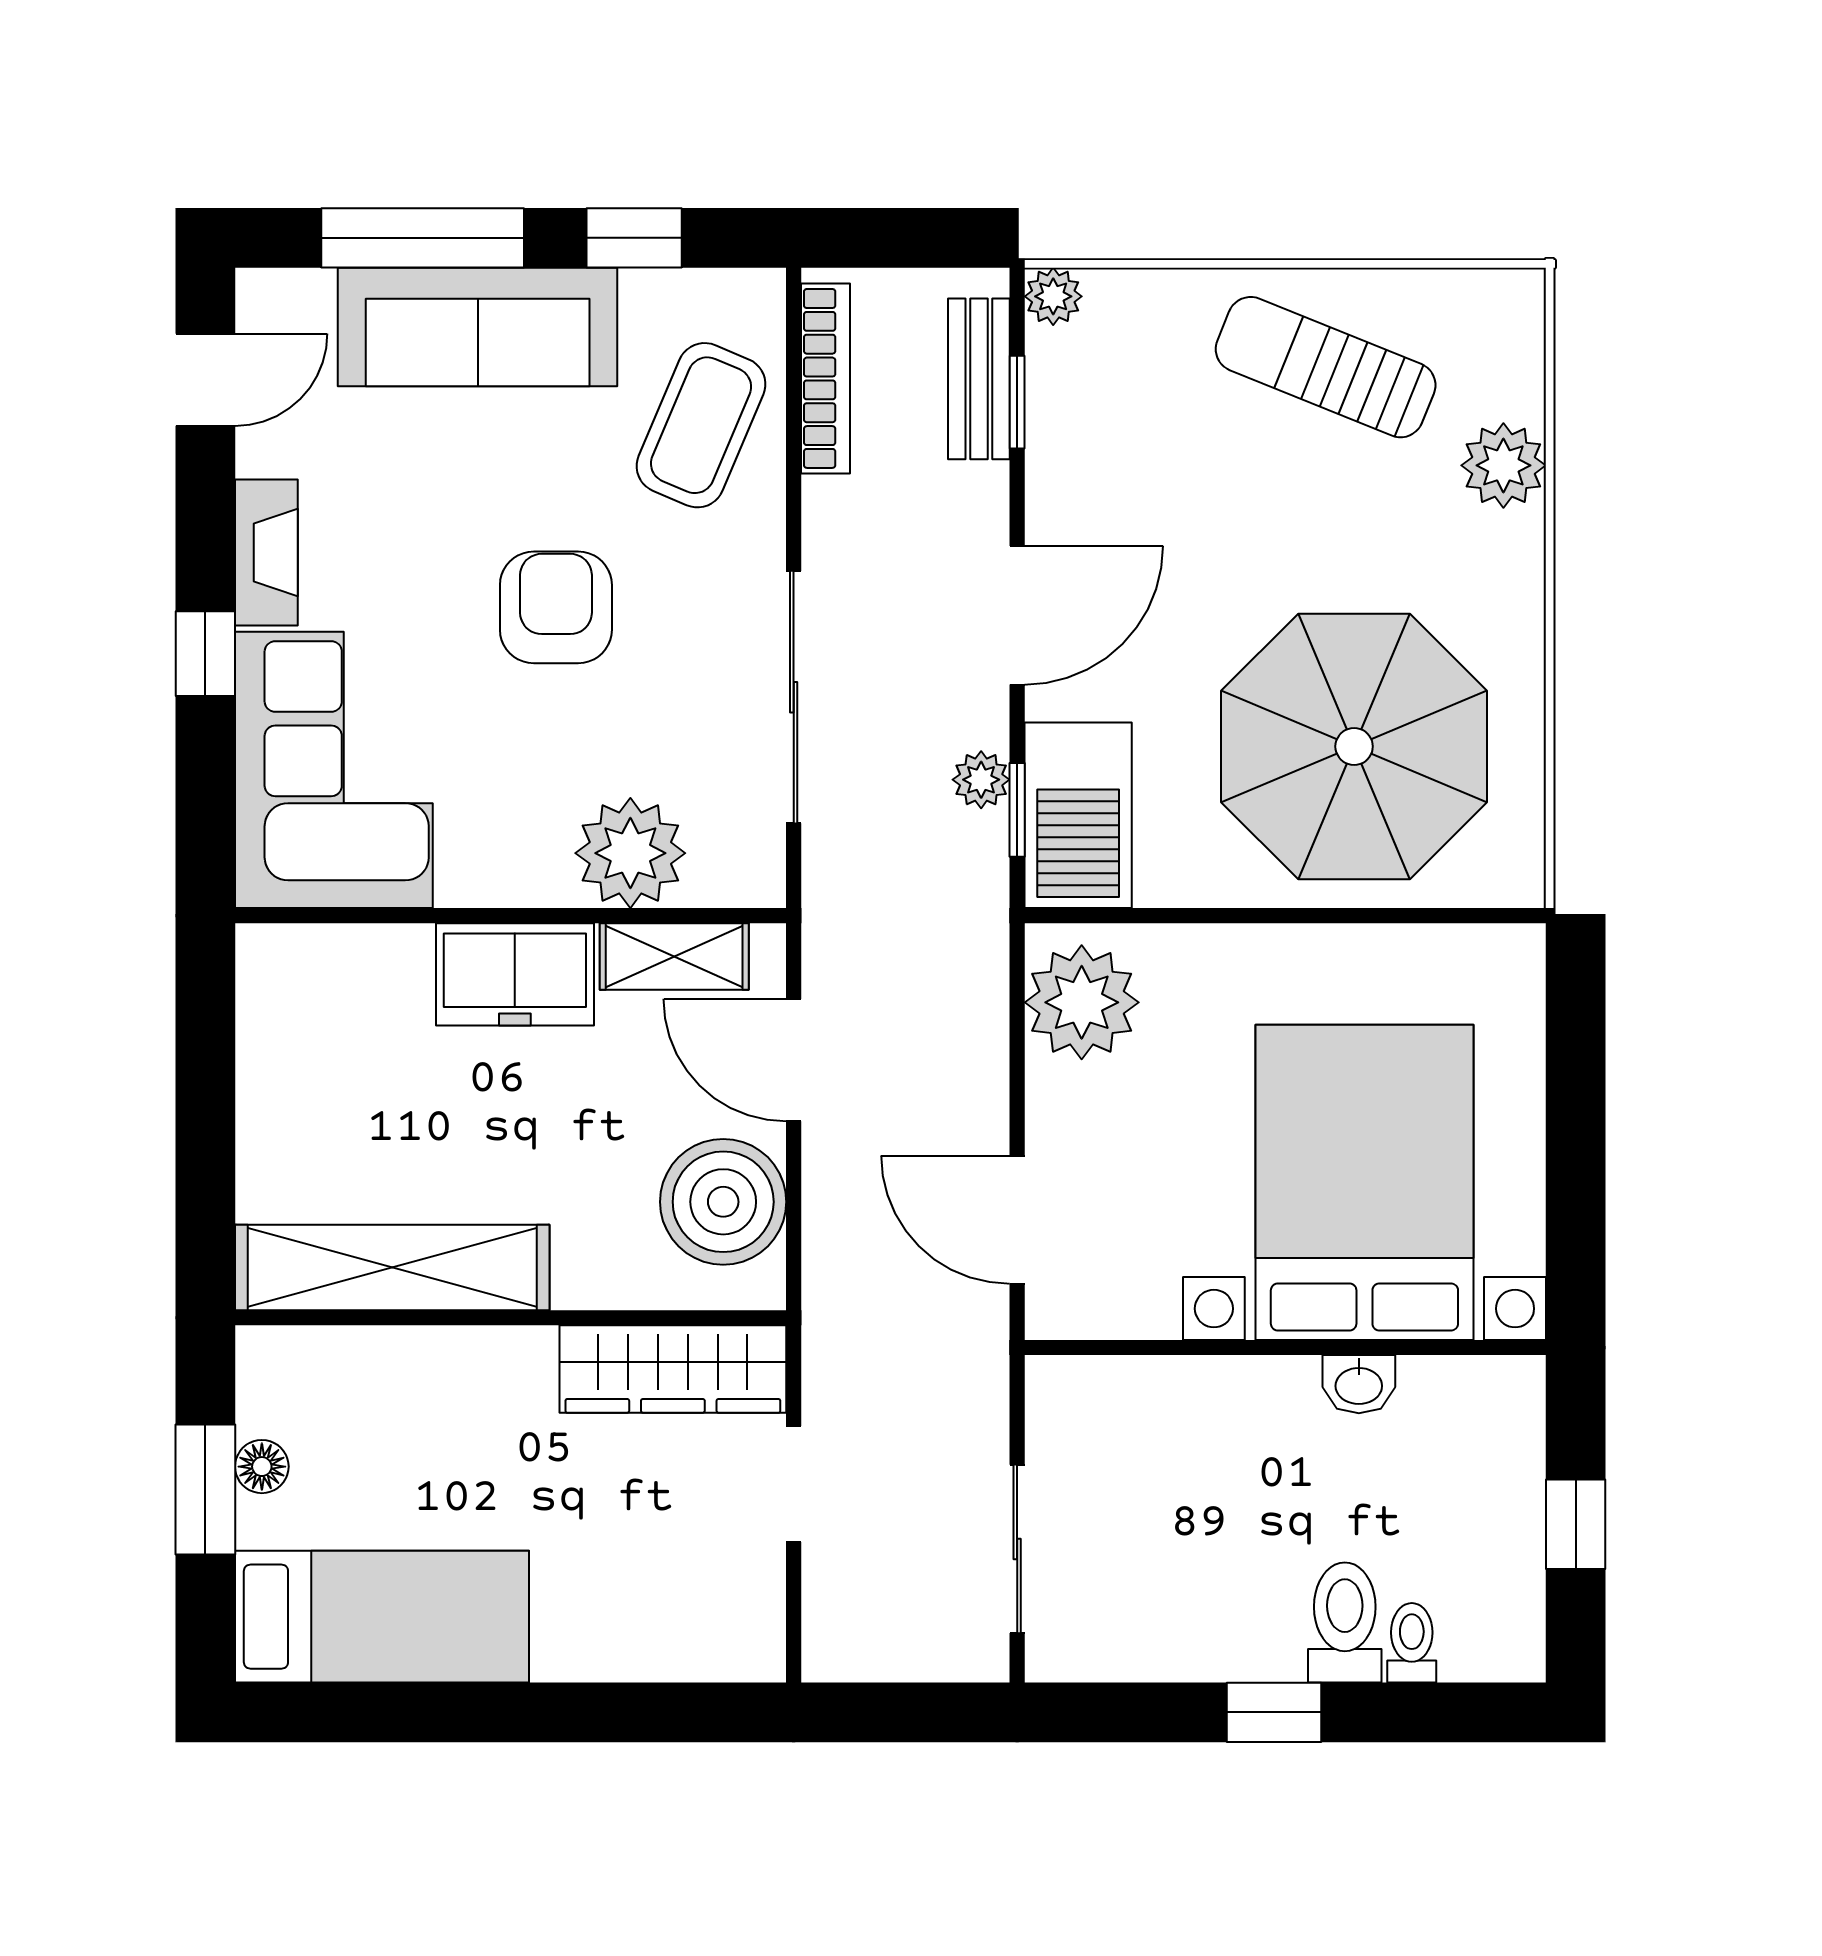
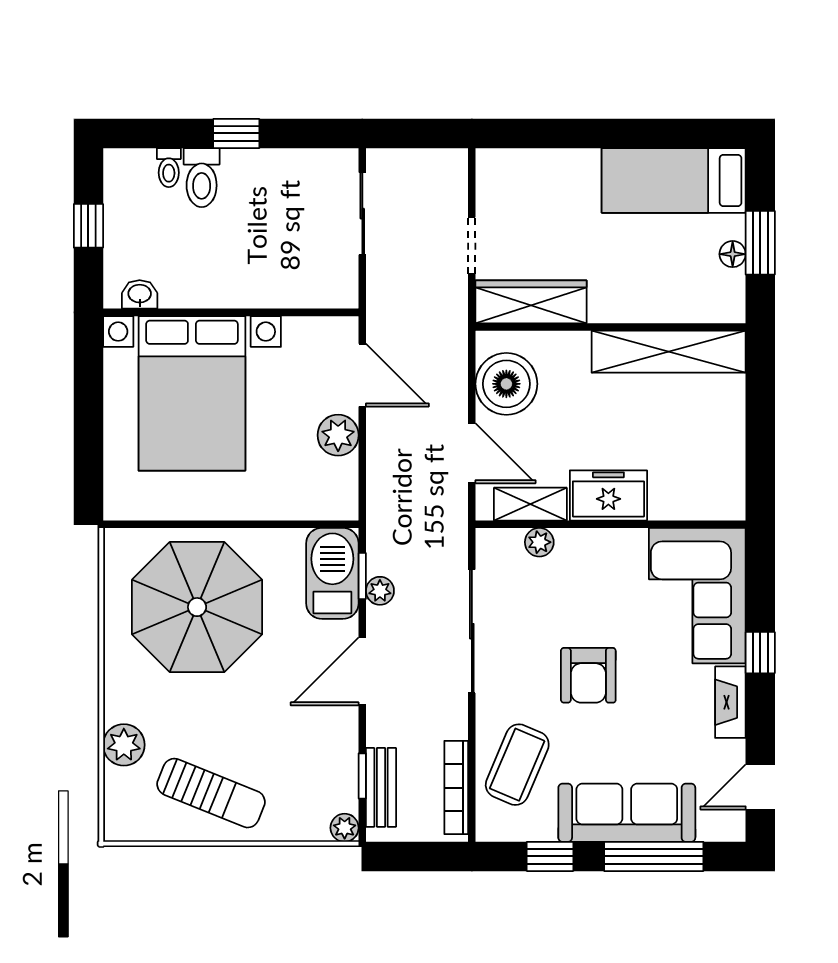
plant: (630, 853) -> (539, 542), width x0.53, depth x0.53
plant: (1082, 1002) -> (338, 435), moved, width x0.73, depth x0.73
washbasin: (1359, 1384) -> (140, 294), moved

